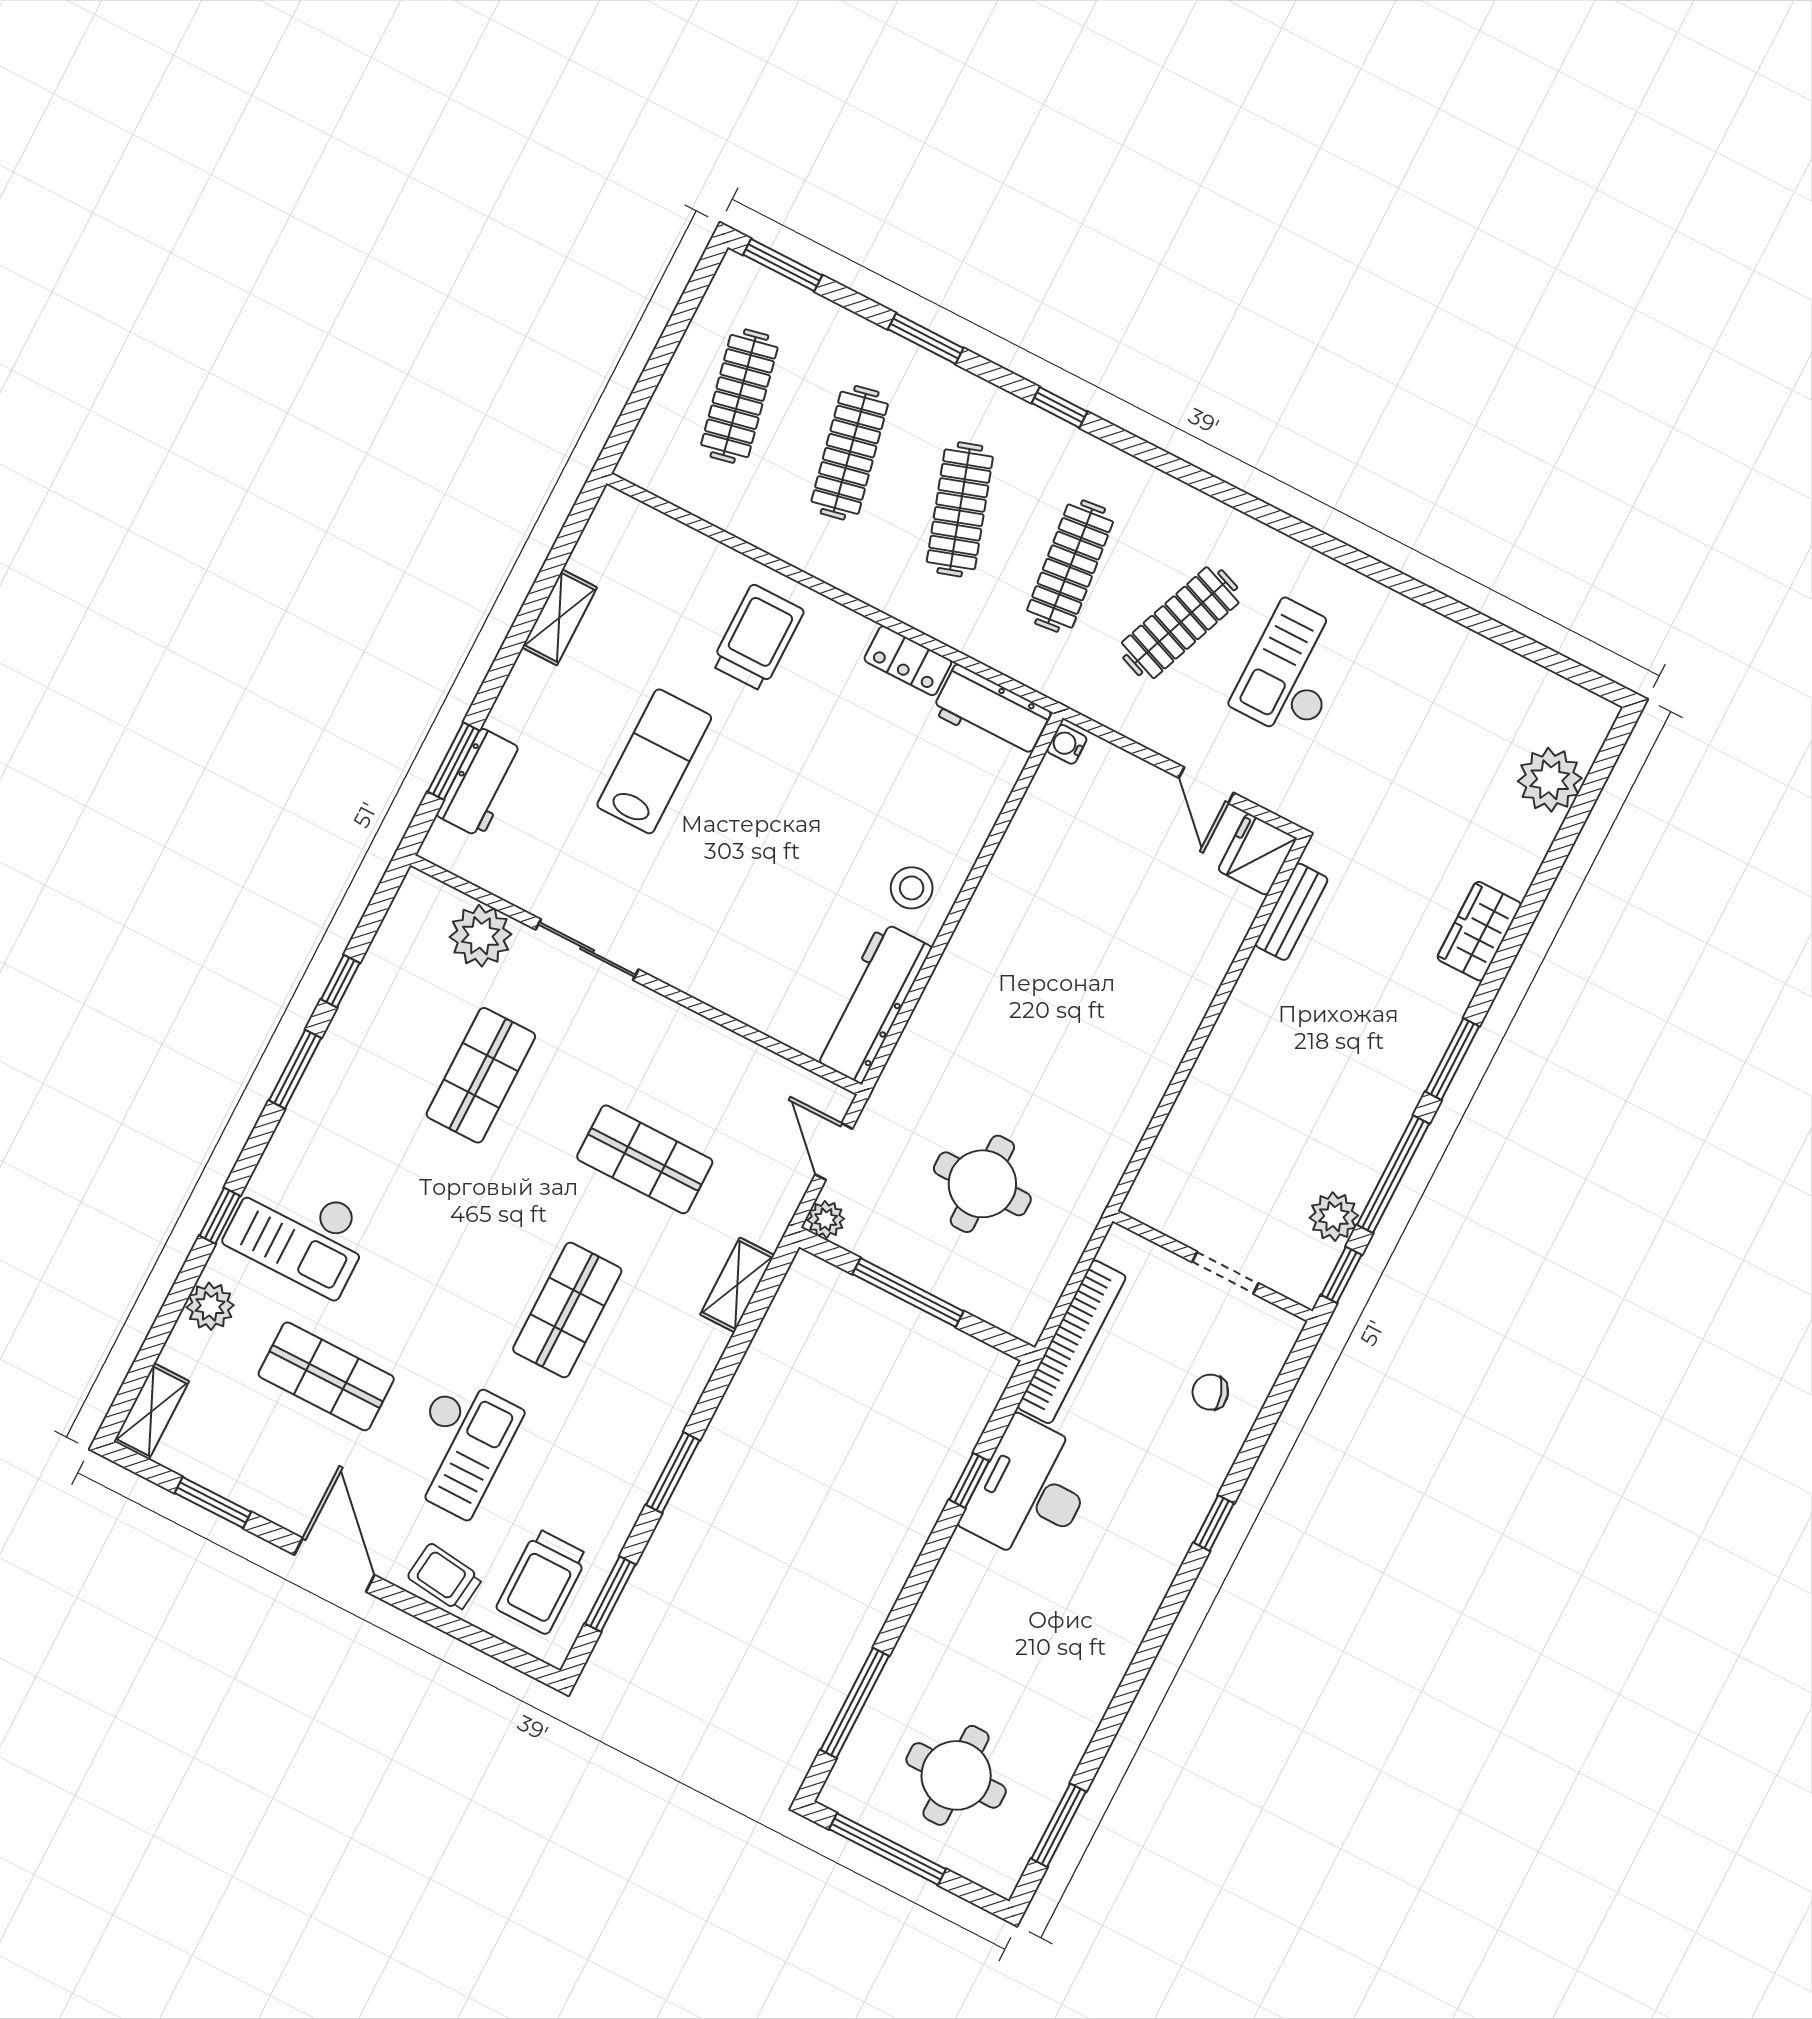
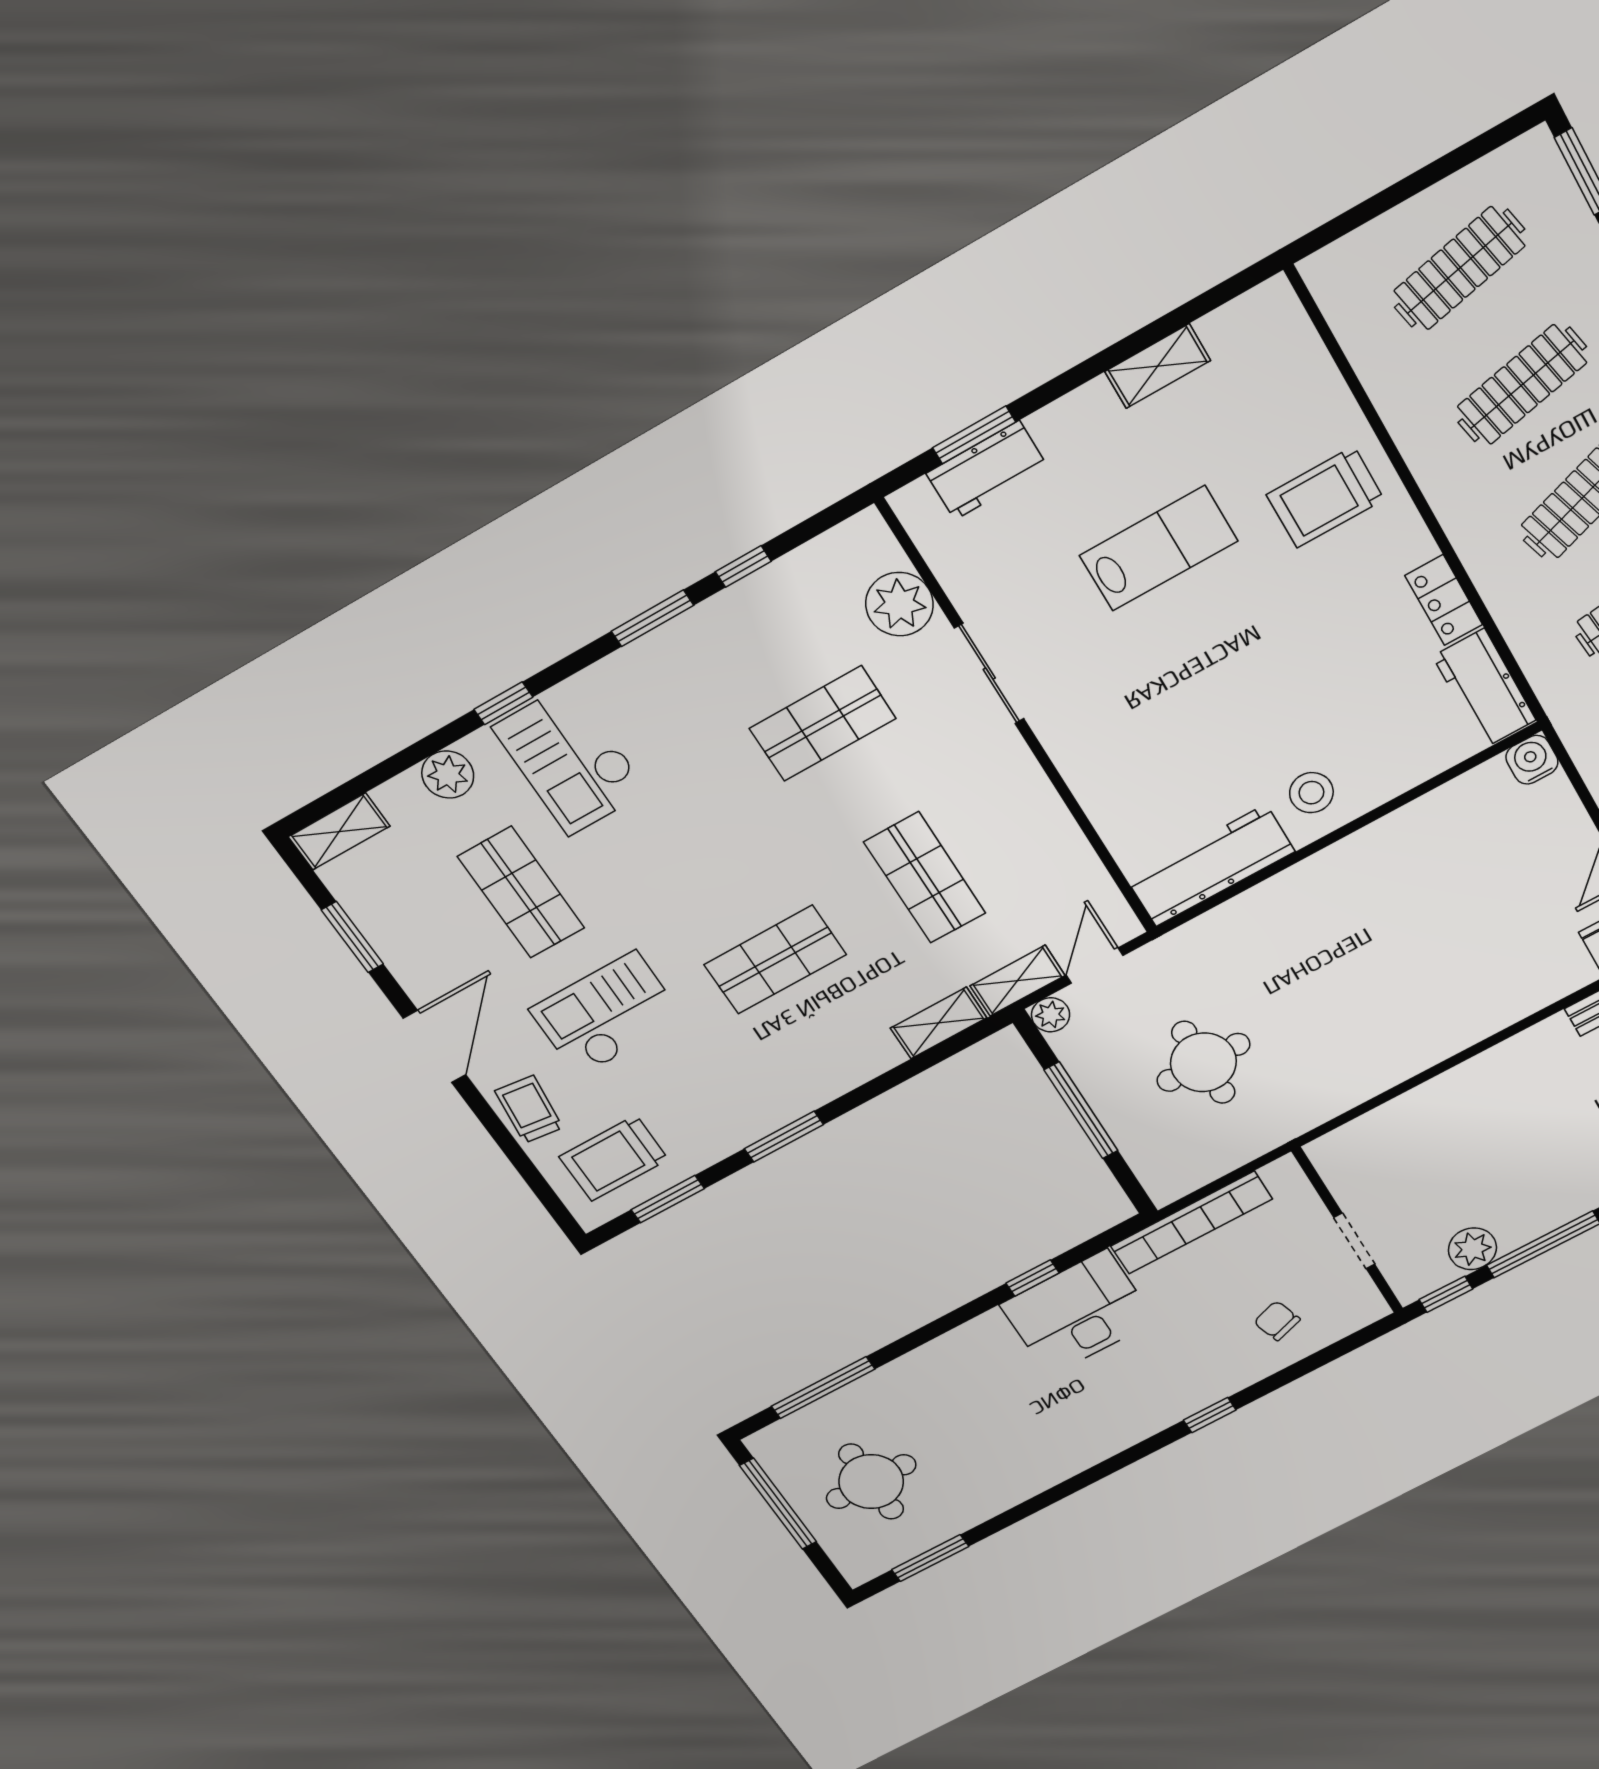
trolley: (757, 638) -> (1325, 497), turned 180
water cooler: (1067, 744) -> (1532, 760), width x1.38, depth x1.38
shelving: (779, 1205) -> (1018, 981), added
checkout: (459, 1447) -> (607, 1014), turned 180

